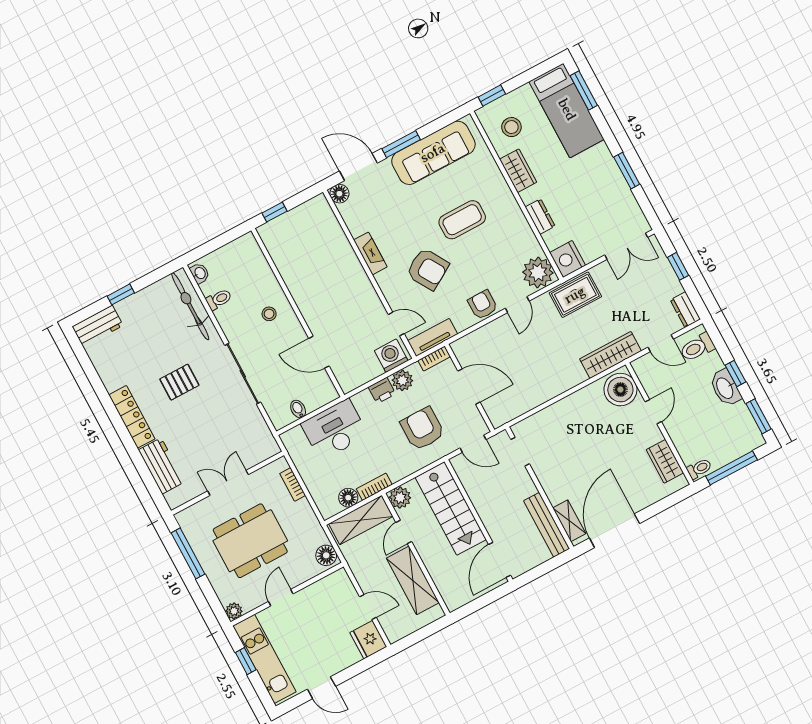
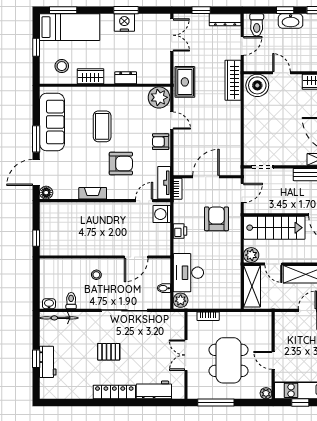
window: (492, 95) -> (36, 47), moved
nightstand: (568, 259) -> (124, 23), moved, turned 180
armchair: (428, 269) -> (121, 164), turned 31
bicycle: (190, 306) -> (59, 318), width x0.73, depth x0.71
dresser: (685, 310) -> (225, 20), width x1.44
workbench: (98, 326) -> (48, 362), moved
plant: (402, 380) -> (181, 300), moved
pallet: (179, 382) -> (109, 352), turned 90
armchair: (422, 429) -> (216, 219), turned 90
bookcase: (374, 487) -> (236, 267), removed
floor lamp: (348, 498) -> (234, 287), removed
floor lamp: (326, 555) -> (262, 319), removed

